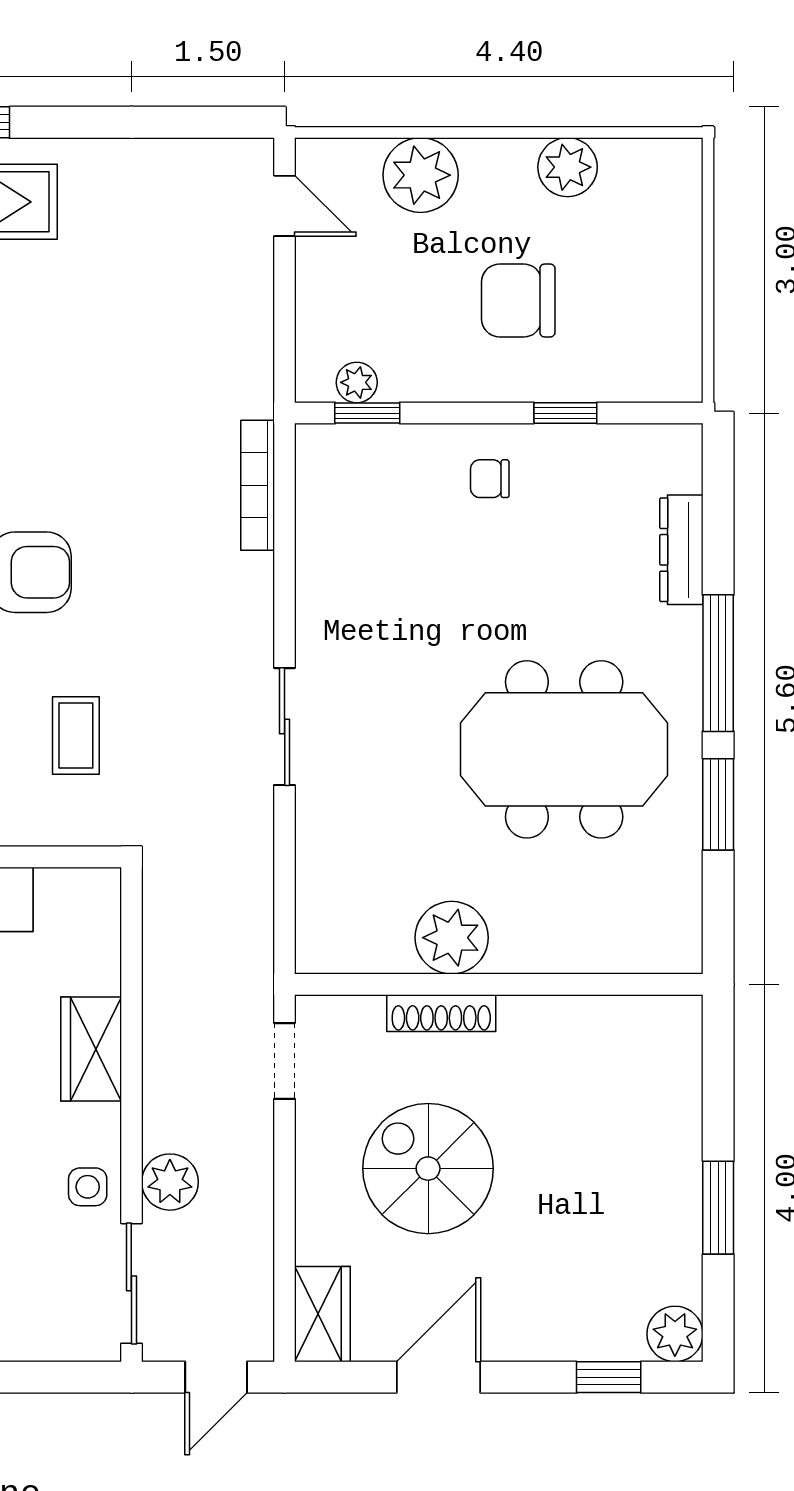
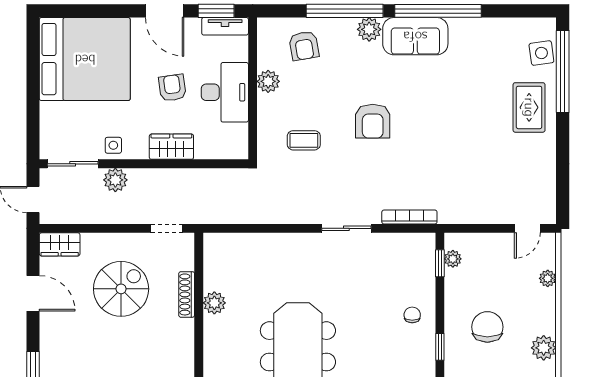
plant: (421, 175) -> (548, 278), width x0.53, depth x0.53
sliding door: (285, 727) -> (346, 228), moved
plant: (452, 938) -> (214, 303), width x0.73, depth x0.73

